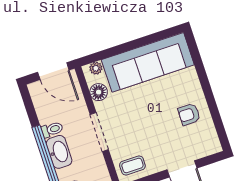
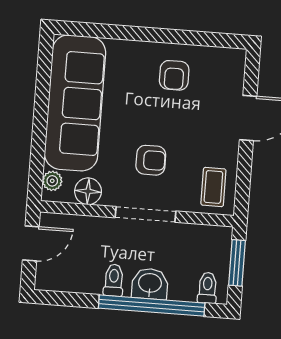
door: (53, 71) -> (31, 243), width x0.73
armchair: (133, 122) -> (151, 160), added
washbasin: (59, 152) -> (150, 284), width x0.72

